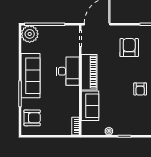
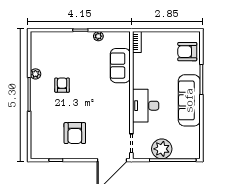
plant: (30, 34) -> (162, 149), moved
piano: (89, 72) -> (121, 105), removed

